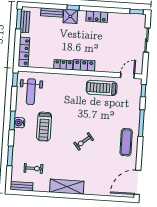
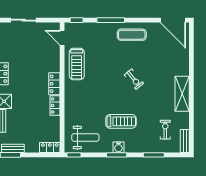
locker: (24, 52) -> (50, 148), width x0.66

